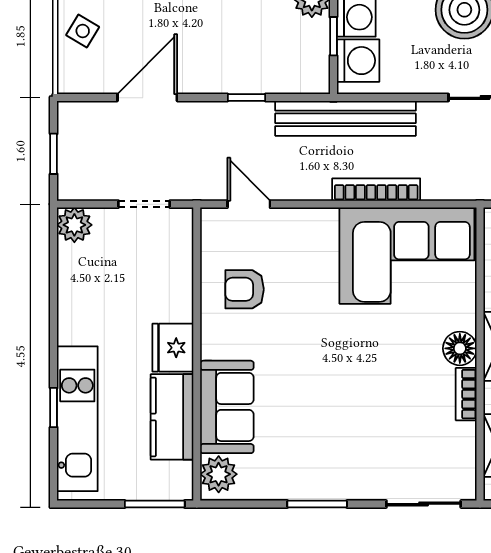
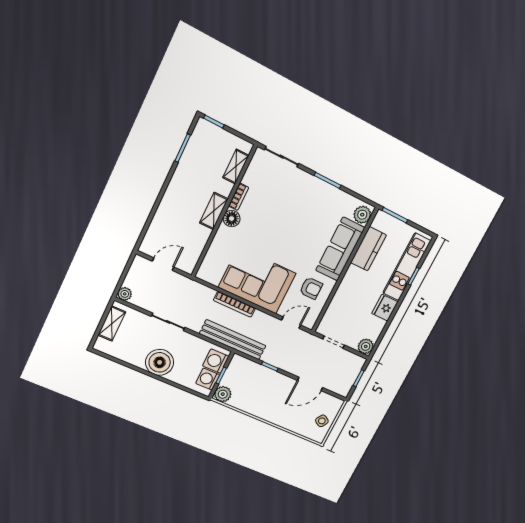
door: (249, 204) -> (291, 323), swing flipped
corner sofa: (407, 256) -> (257, 280), moved
fridge: (173, 348) -> (385, 308), moved, turned 180
sofa: (227, 407) -> (340, 249), width x1.36

